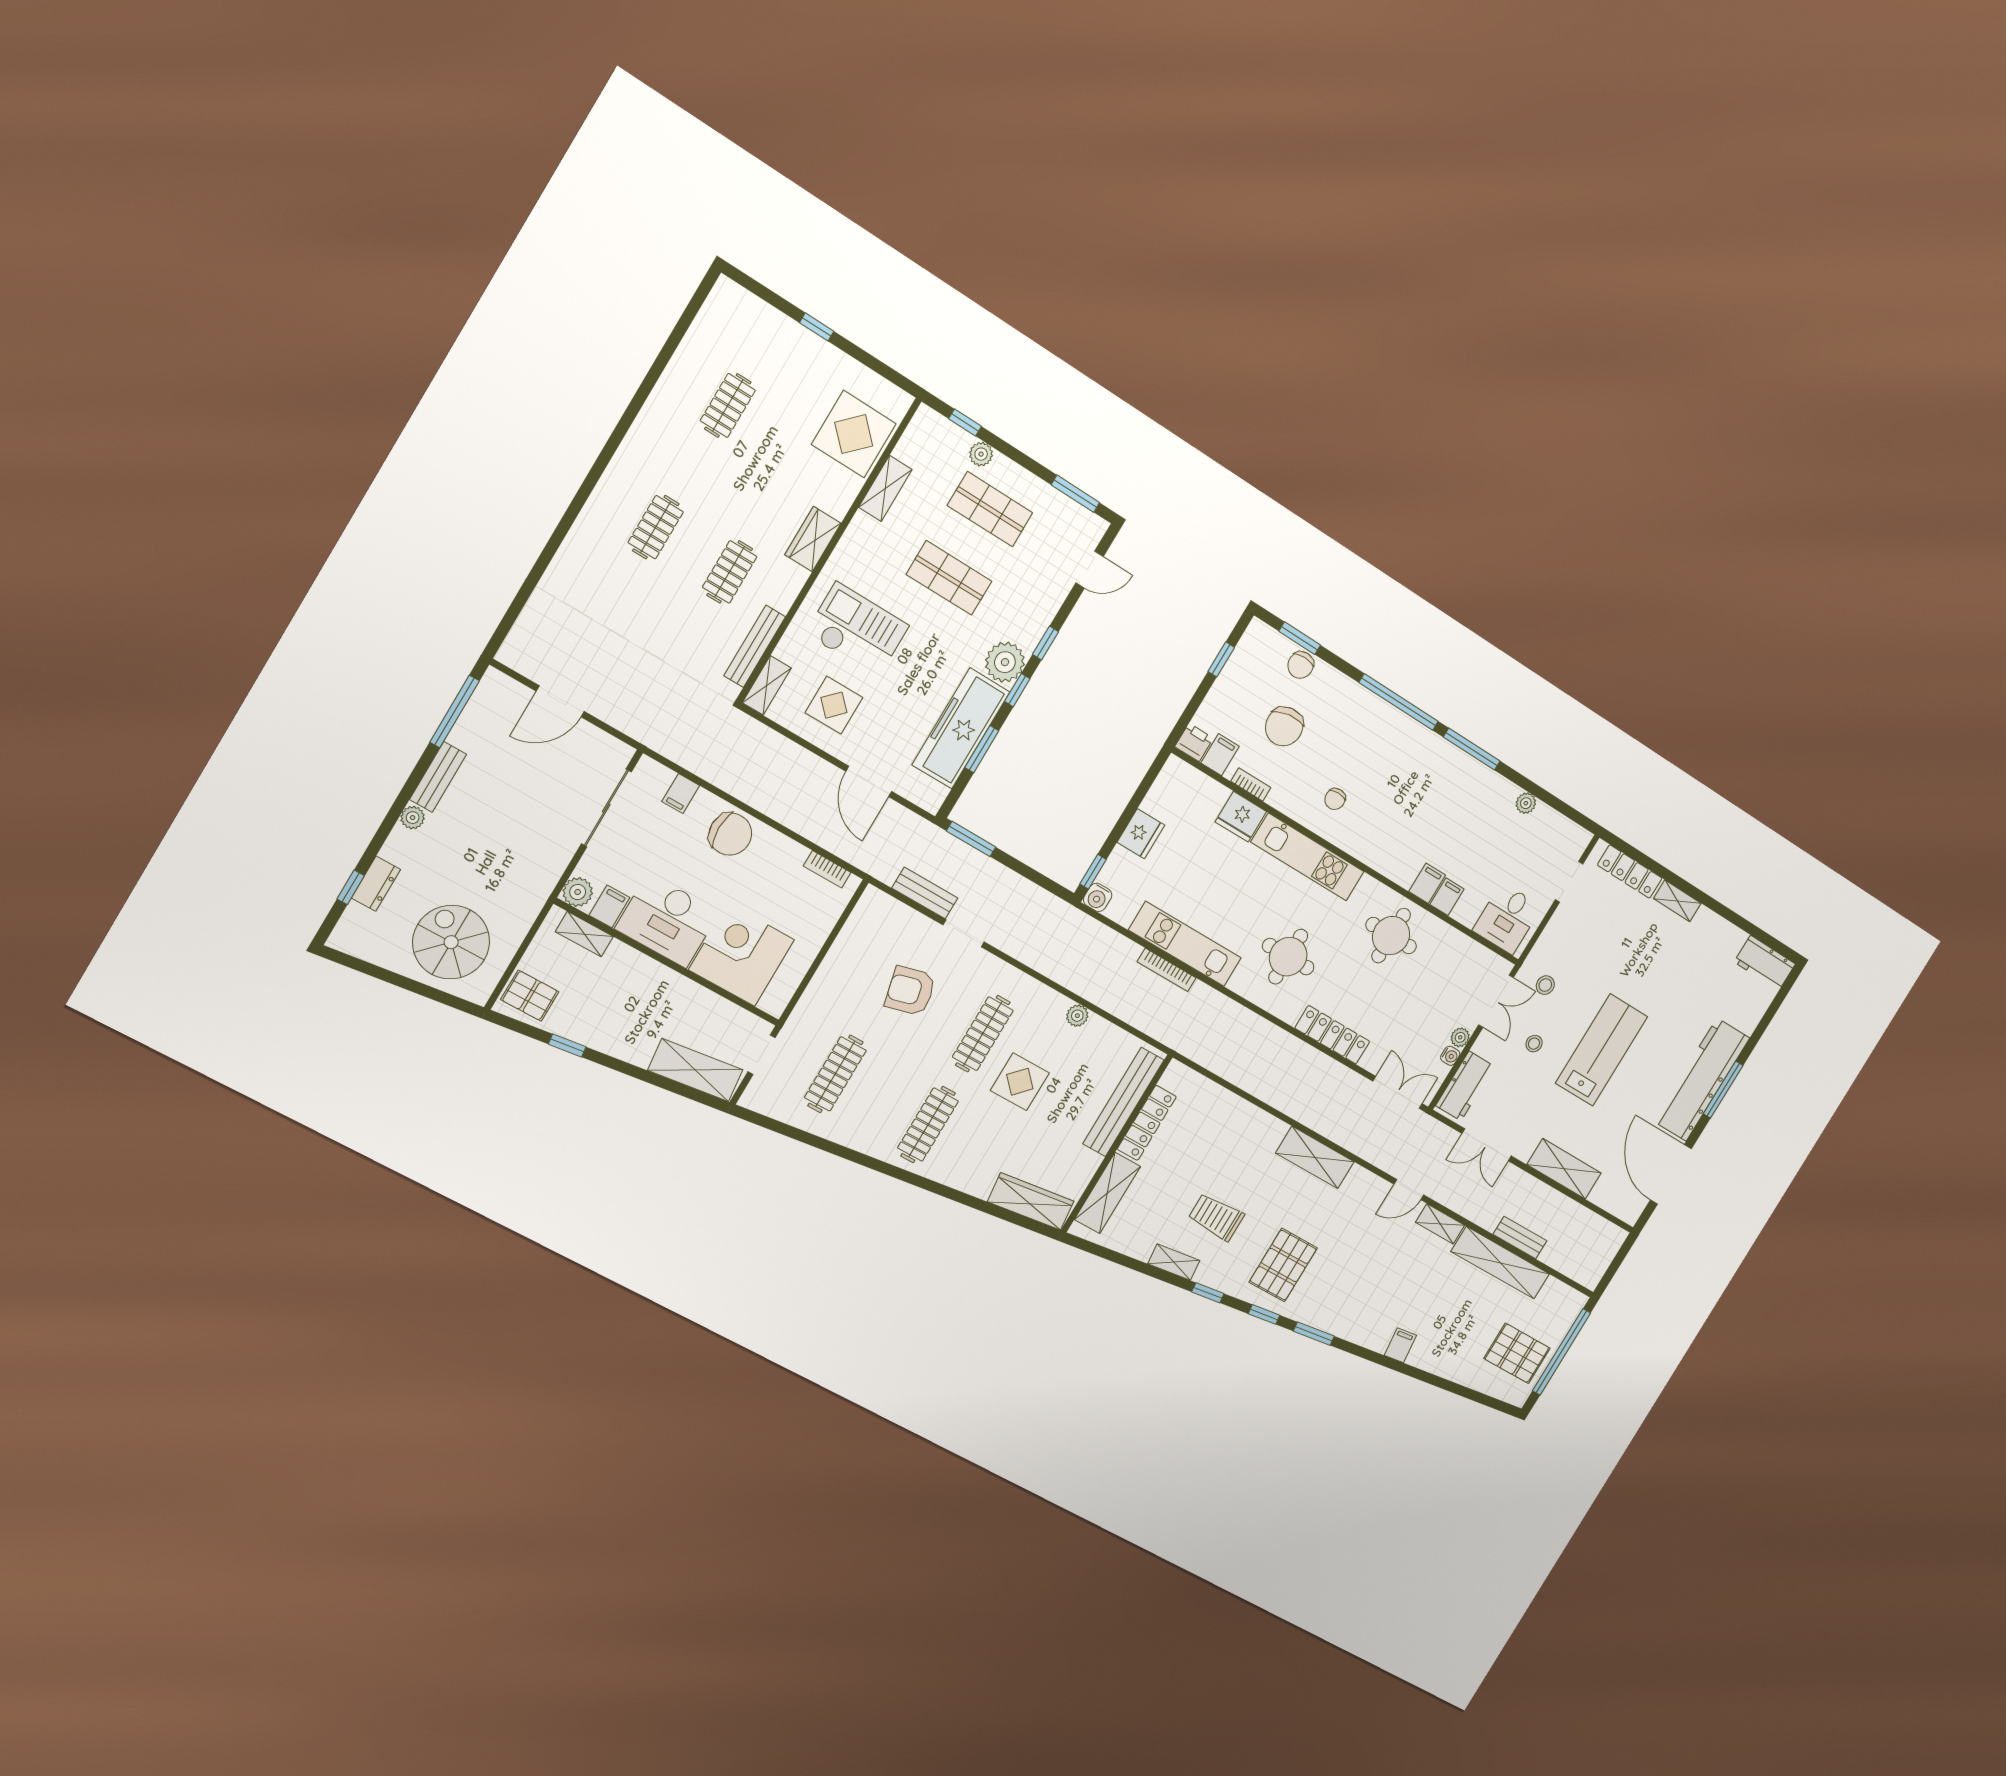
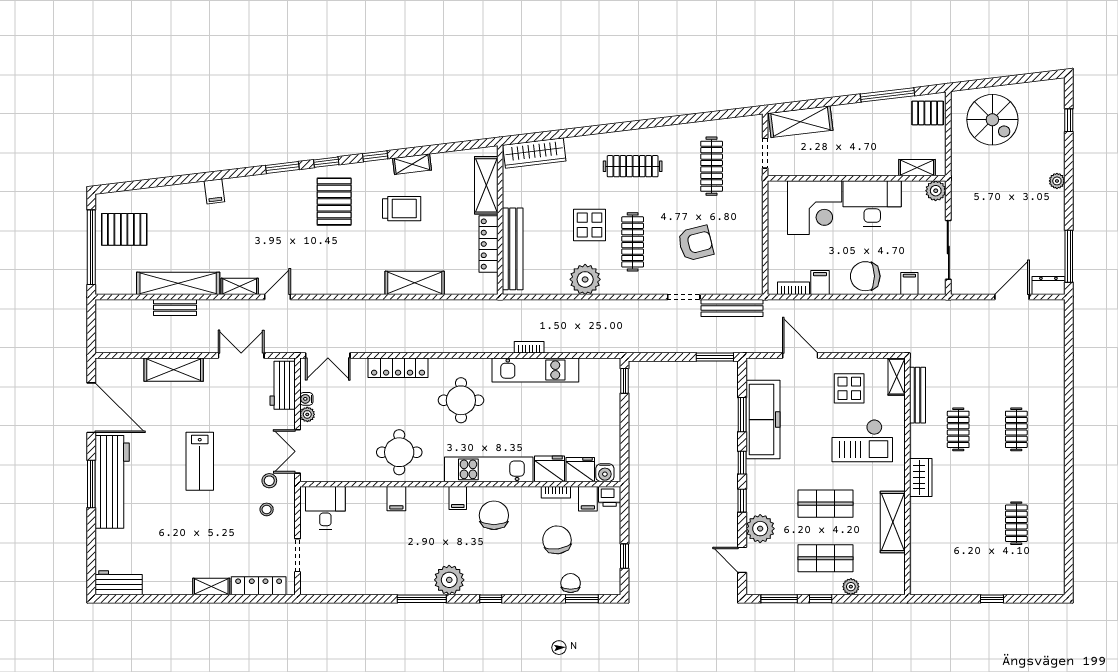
window: (965, 423) -> (821, 599), moved
display table: (854, 434) -> (934, 552), removed
shelving: (885, 488) -> (893, 522), width x1.50, depth x1.33
door: (1090, 570) -> (742, 560), hinge flipped
plant: (1005, 662) -> (760, 529), moved
window: (1399, 702) -> (491, 599), width x0.32
bench: (438, 777) -> (1056, 213), removed
chair: (1335, 799) -> (494, 515), width x1.87, depth x1.87
plant: (1526, 803) -> (449, 580), moved, width x1.87, depth x1.87
fridge: (1141, 834) -> (580, 470), moved, turned 90
dresser: (376, 884) -> (1048, 285), moved, turned 90
bench: (925, 893) -> (732, 308), width x1.36
water cooler: (1098, 897) -> (605, 473), moved, turned 180
filing cabinet: (1447, 897) -> (458, 498), moved
filing cabinet: (609, 906) -> (820, 283), moved, turned 180
bookcase: (1167, 970) -> (529, 347), width x0.64
plant: (1077, 1016) -> (585, 279), width x1.87, depth x1.87
stool: (1534, 1044) -> (267, 509), moved
window: (567, 1045) -> (887, 95), width x2.17
lab bench: (1601, 1050) -> (200, 461), width x0.73, depth x0.72
clothes rail: (928, 1125) -> (633, 166), turned 90
shelving: (1315, 1157) -> (415, 283), moved

